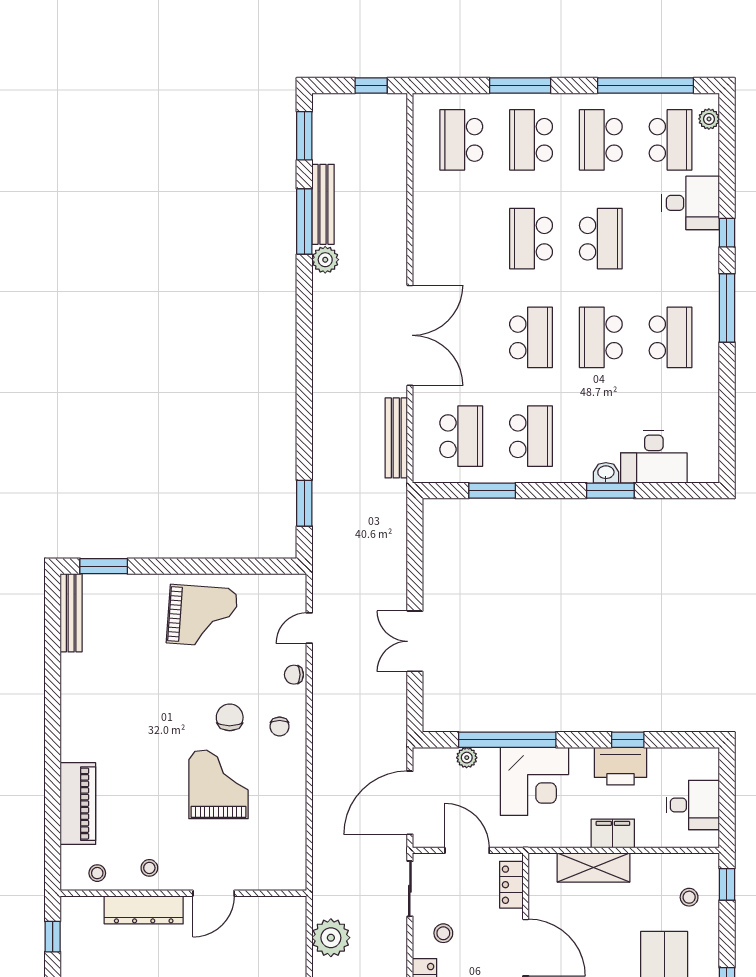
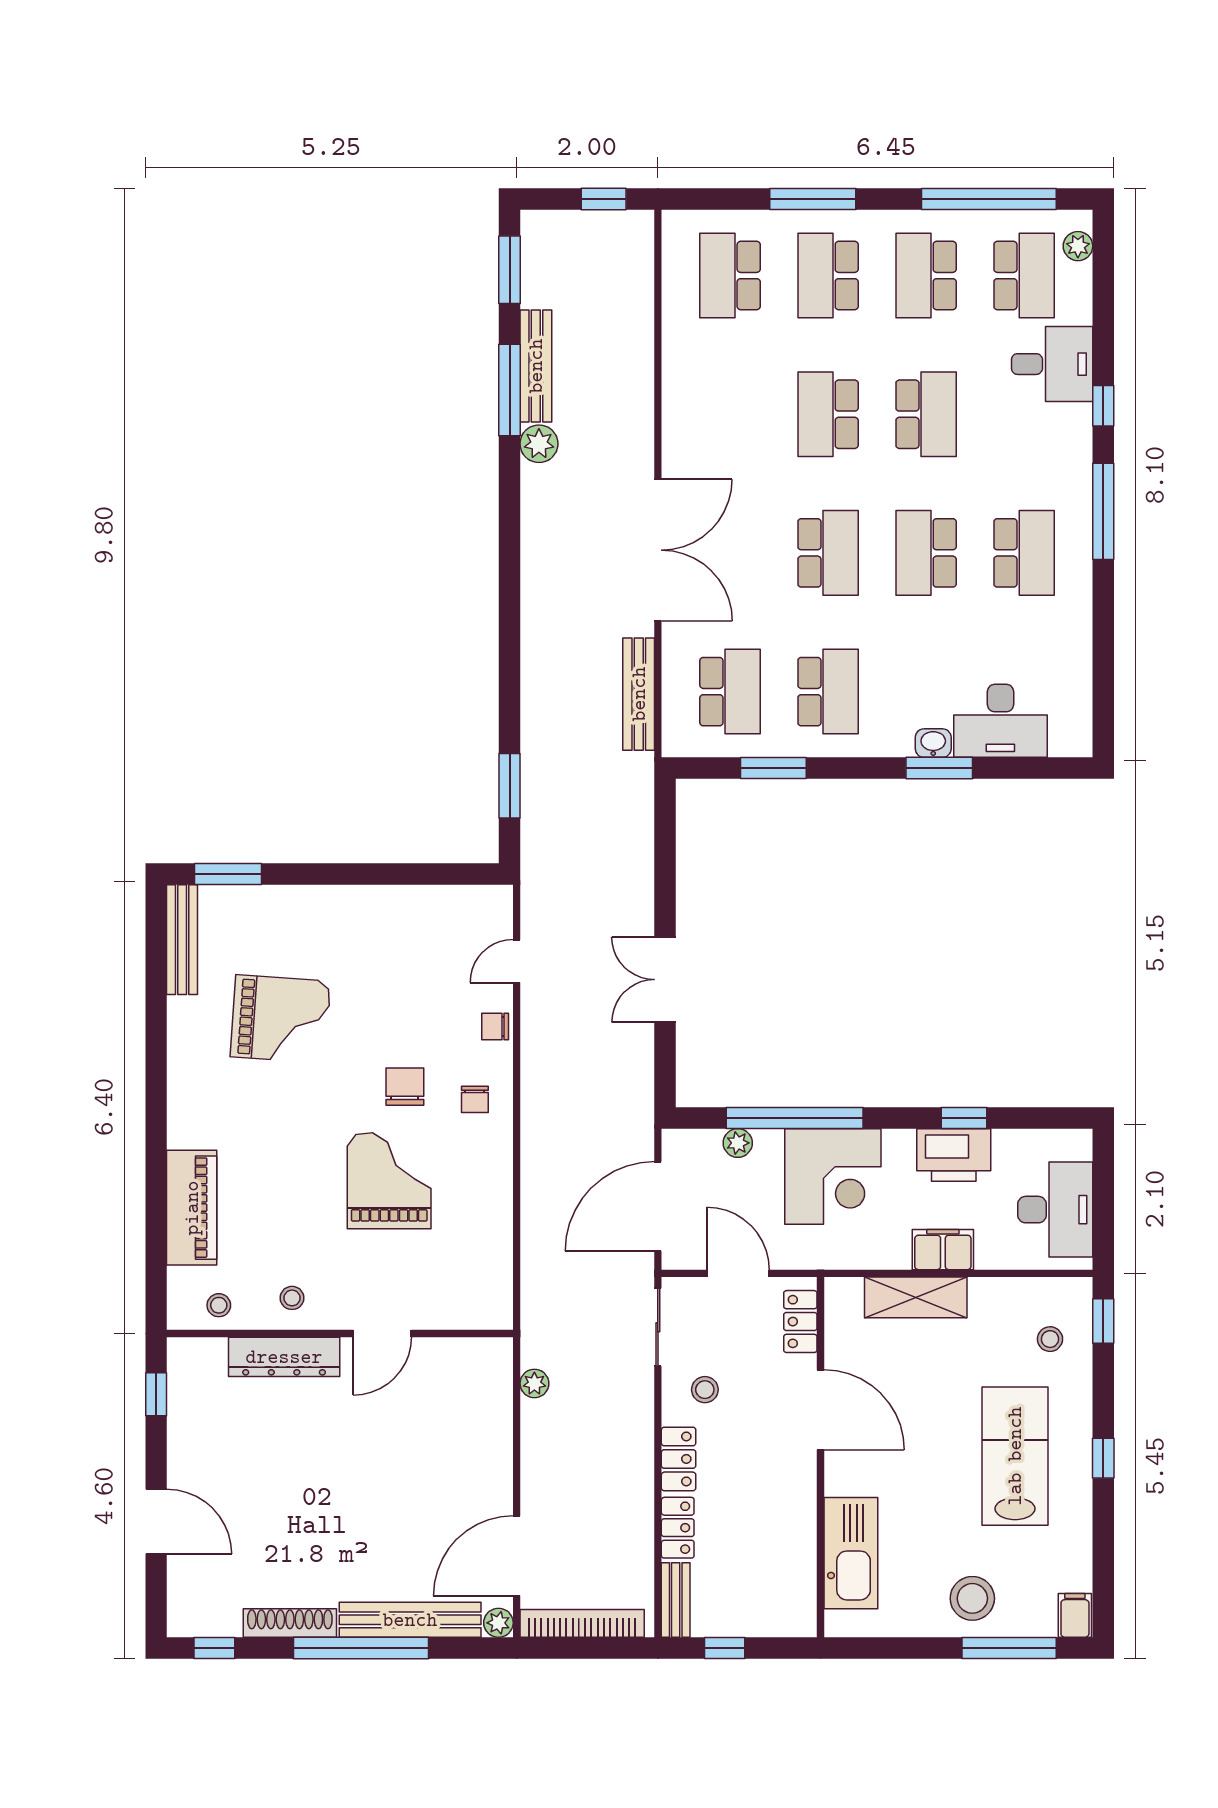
grand piano: (202, 616) -> (281, 1019), moved
desk: (693, 805) -> (1055, 1210), width x1.37
plant: (331, 938) -> (534, 1383), width x0.53, depth x0.53

